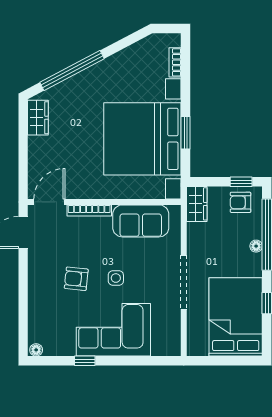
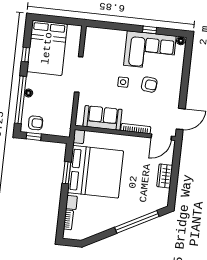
wardrobe: (38, 118) -> (165, 176), moved
wardrobe: (197, 204) -> (64, 125), removed
corner sofa: (113, 330) -> (150, 51), moved

